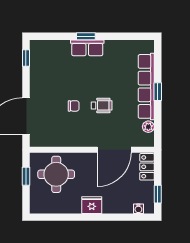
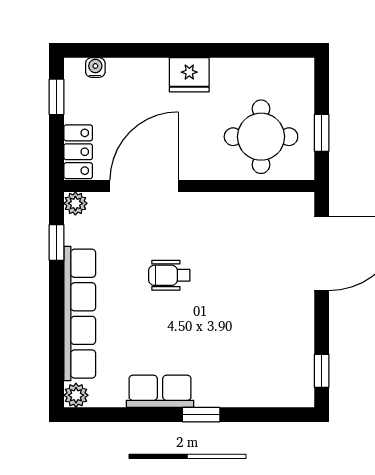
plant: (148, 46) -> (76, 395), added
row of seats: (87, 48) -> (160, 391), moved
window: (158, 92) -> (57, 243), moved
chair: (74, 106) -> (226, 274), removed
plant: (148, 127) -> (75, 203), moved

